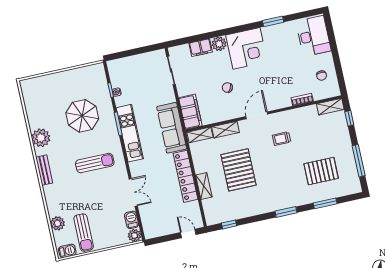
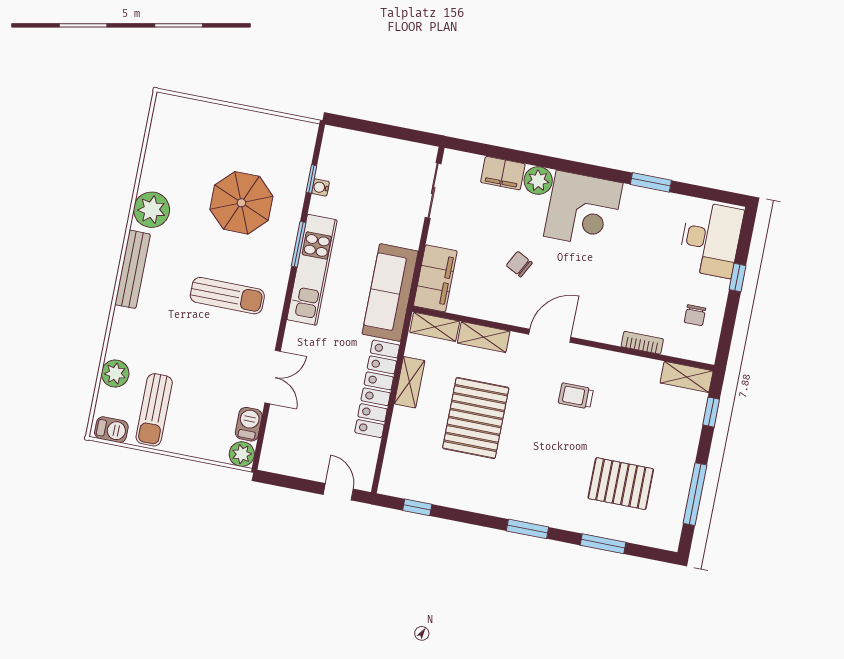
window: (334, 49) -> (738, 278), added
bench: (44, 170) -> (133, 269), width x1.36
shelving: (204, 186) -> (410, 382), moved

